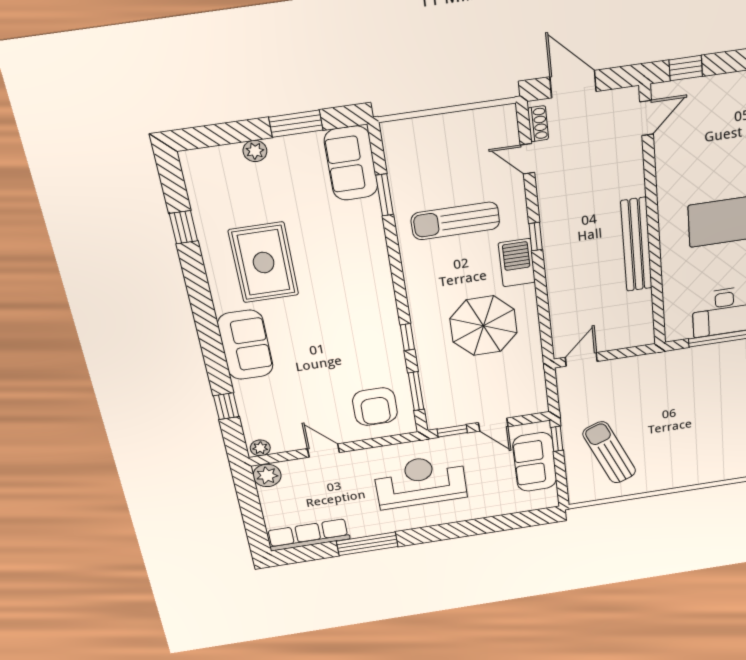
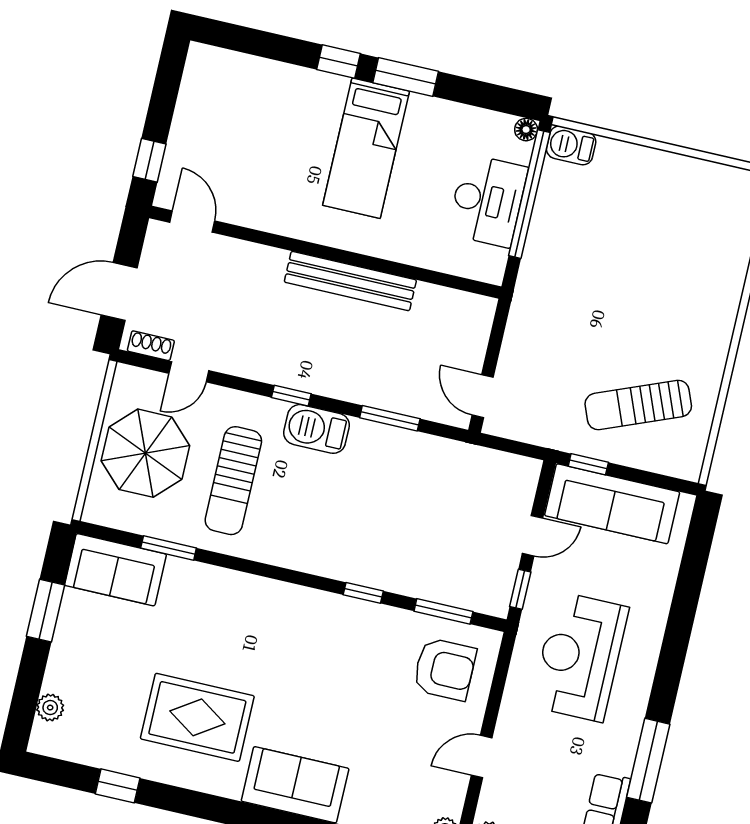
plant: (255, 151) -> (50, 708), moved
window: (543, 307) -> (390, 418), added
parasol: (484, 326) -> (145, 453), moved
sofa: (535, 462) -> (612, 504), width x1.36

